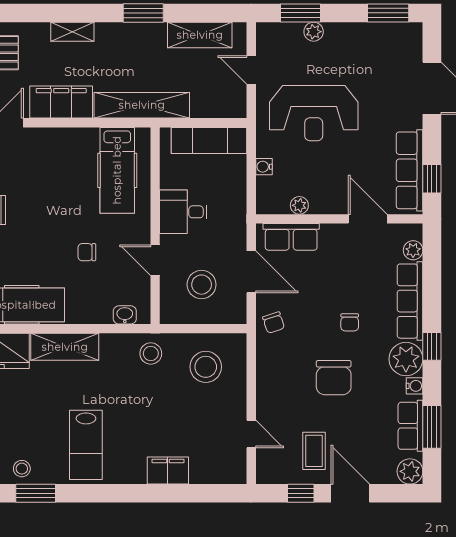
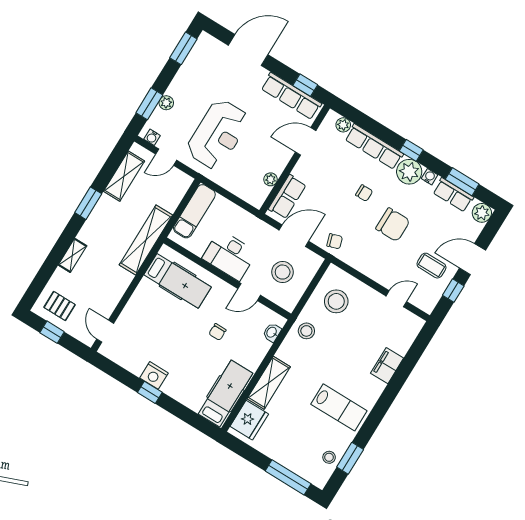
filing cabinet: (61, 102) -> (113, 290), removed
water cooler: (264, 167) -> (152, 137), moved
desk: (183, 212) -> (229, 255), width x1.37

